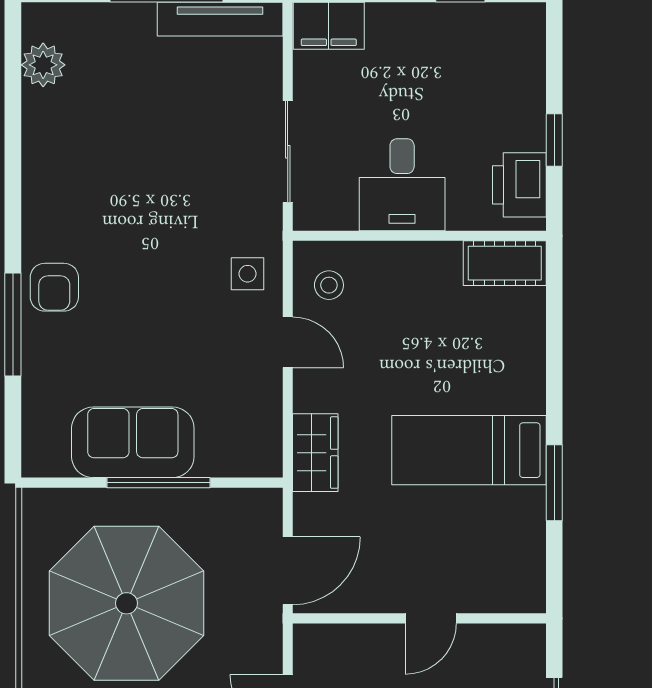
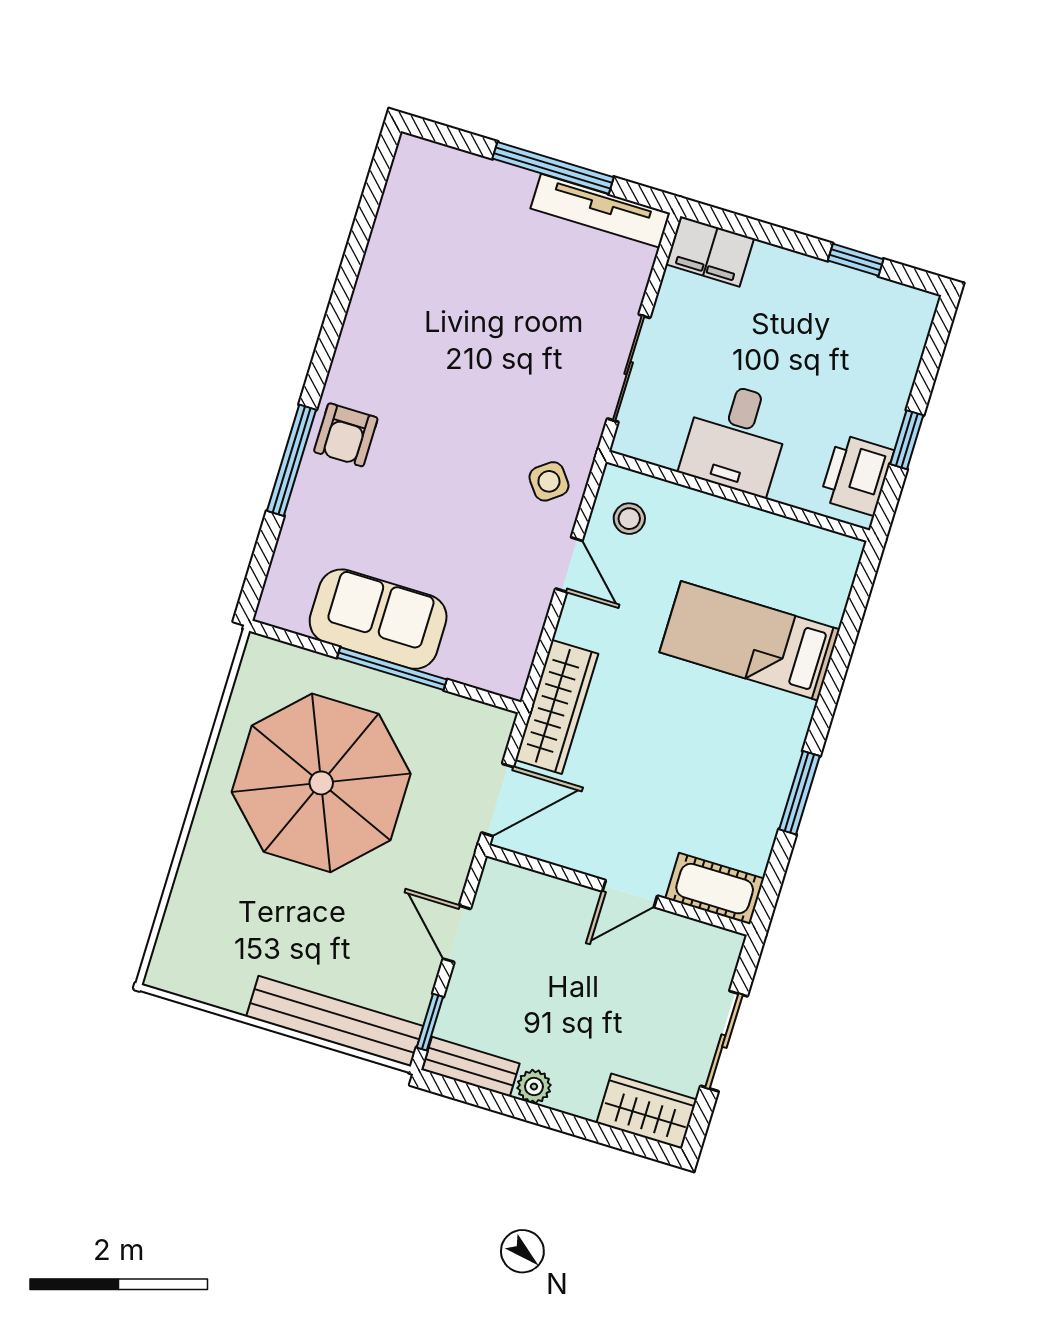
plant: (43, 65) -> (404, 202), removed
cot: (505, 263) -> (715, 889), moved
side table: (247, 274) -> (549, 481), turned -37
bed: (469, 450) -> (750, 641), moved
wardrobe: (315, 453) -> (557, 707), width x1.50

